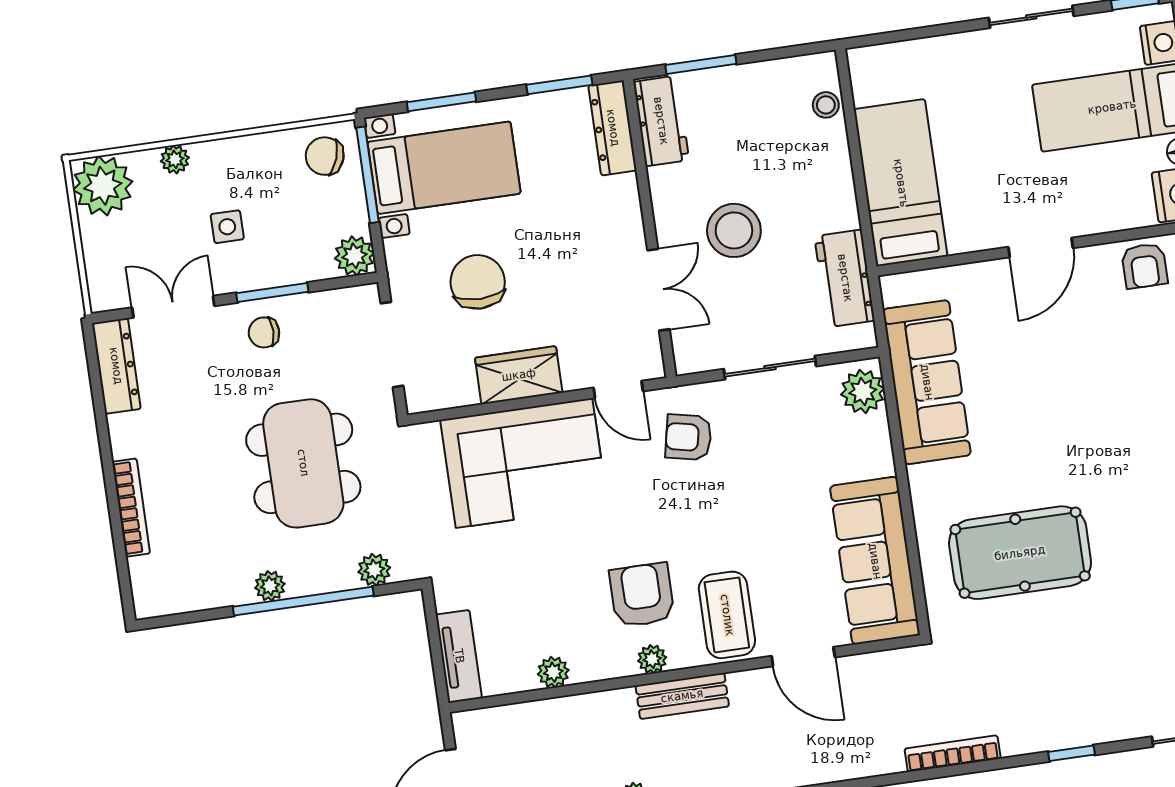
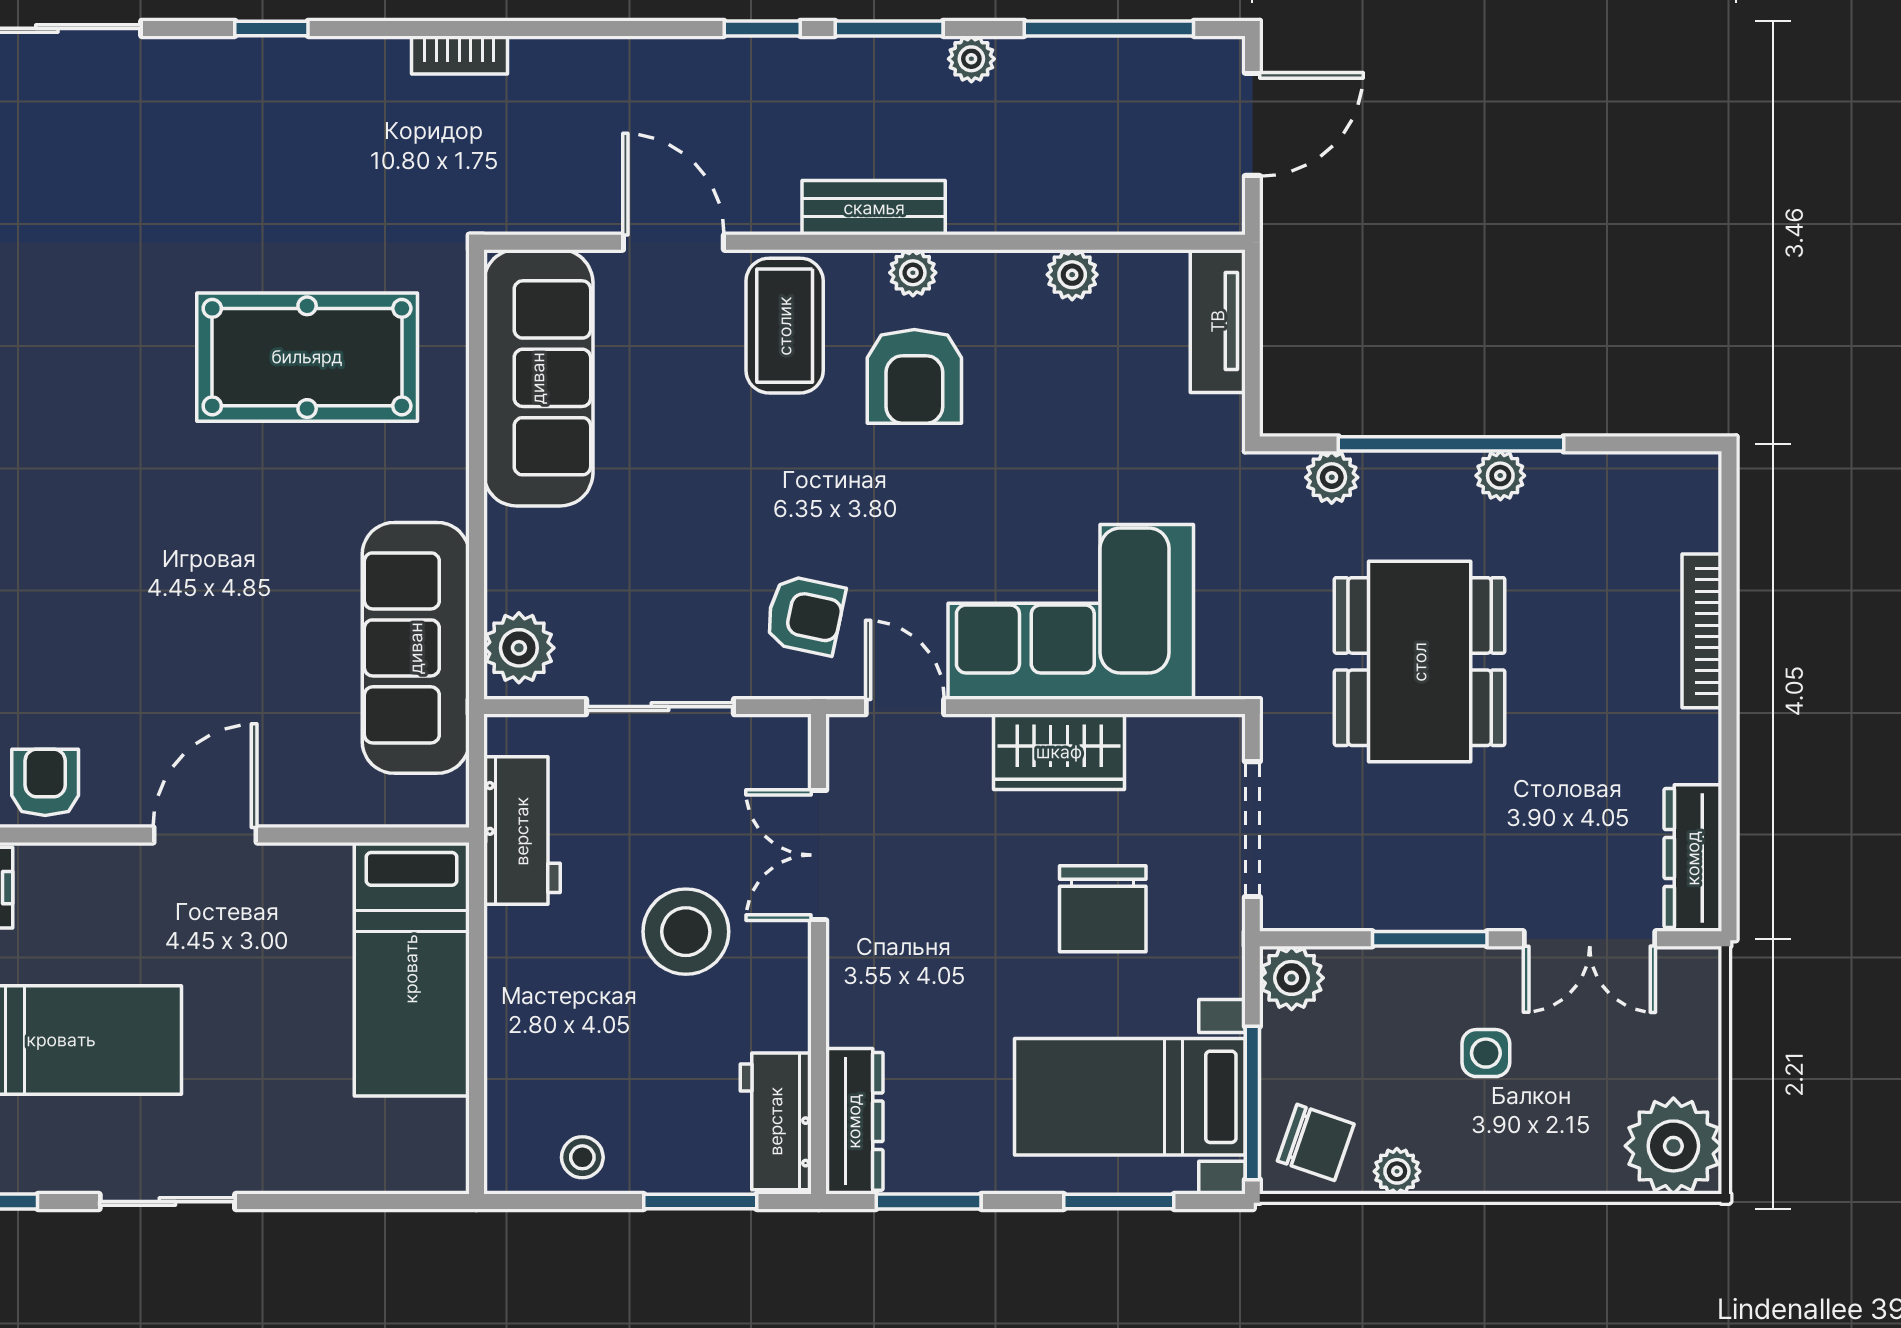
stool: (826, 105) -> (582, 1157), moved
plant: (175, 159) -> (1397, 1171), moved
chair: (264, 332) -> (1452, 878), removed
bookcase: (953, 754) -> (459, 55), width x0.64

